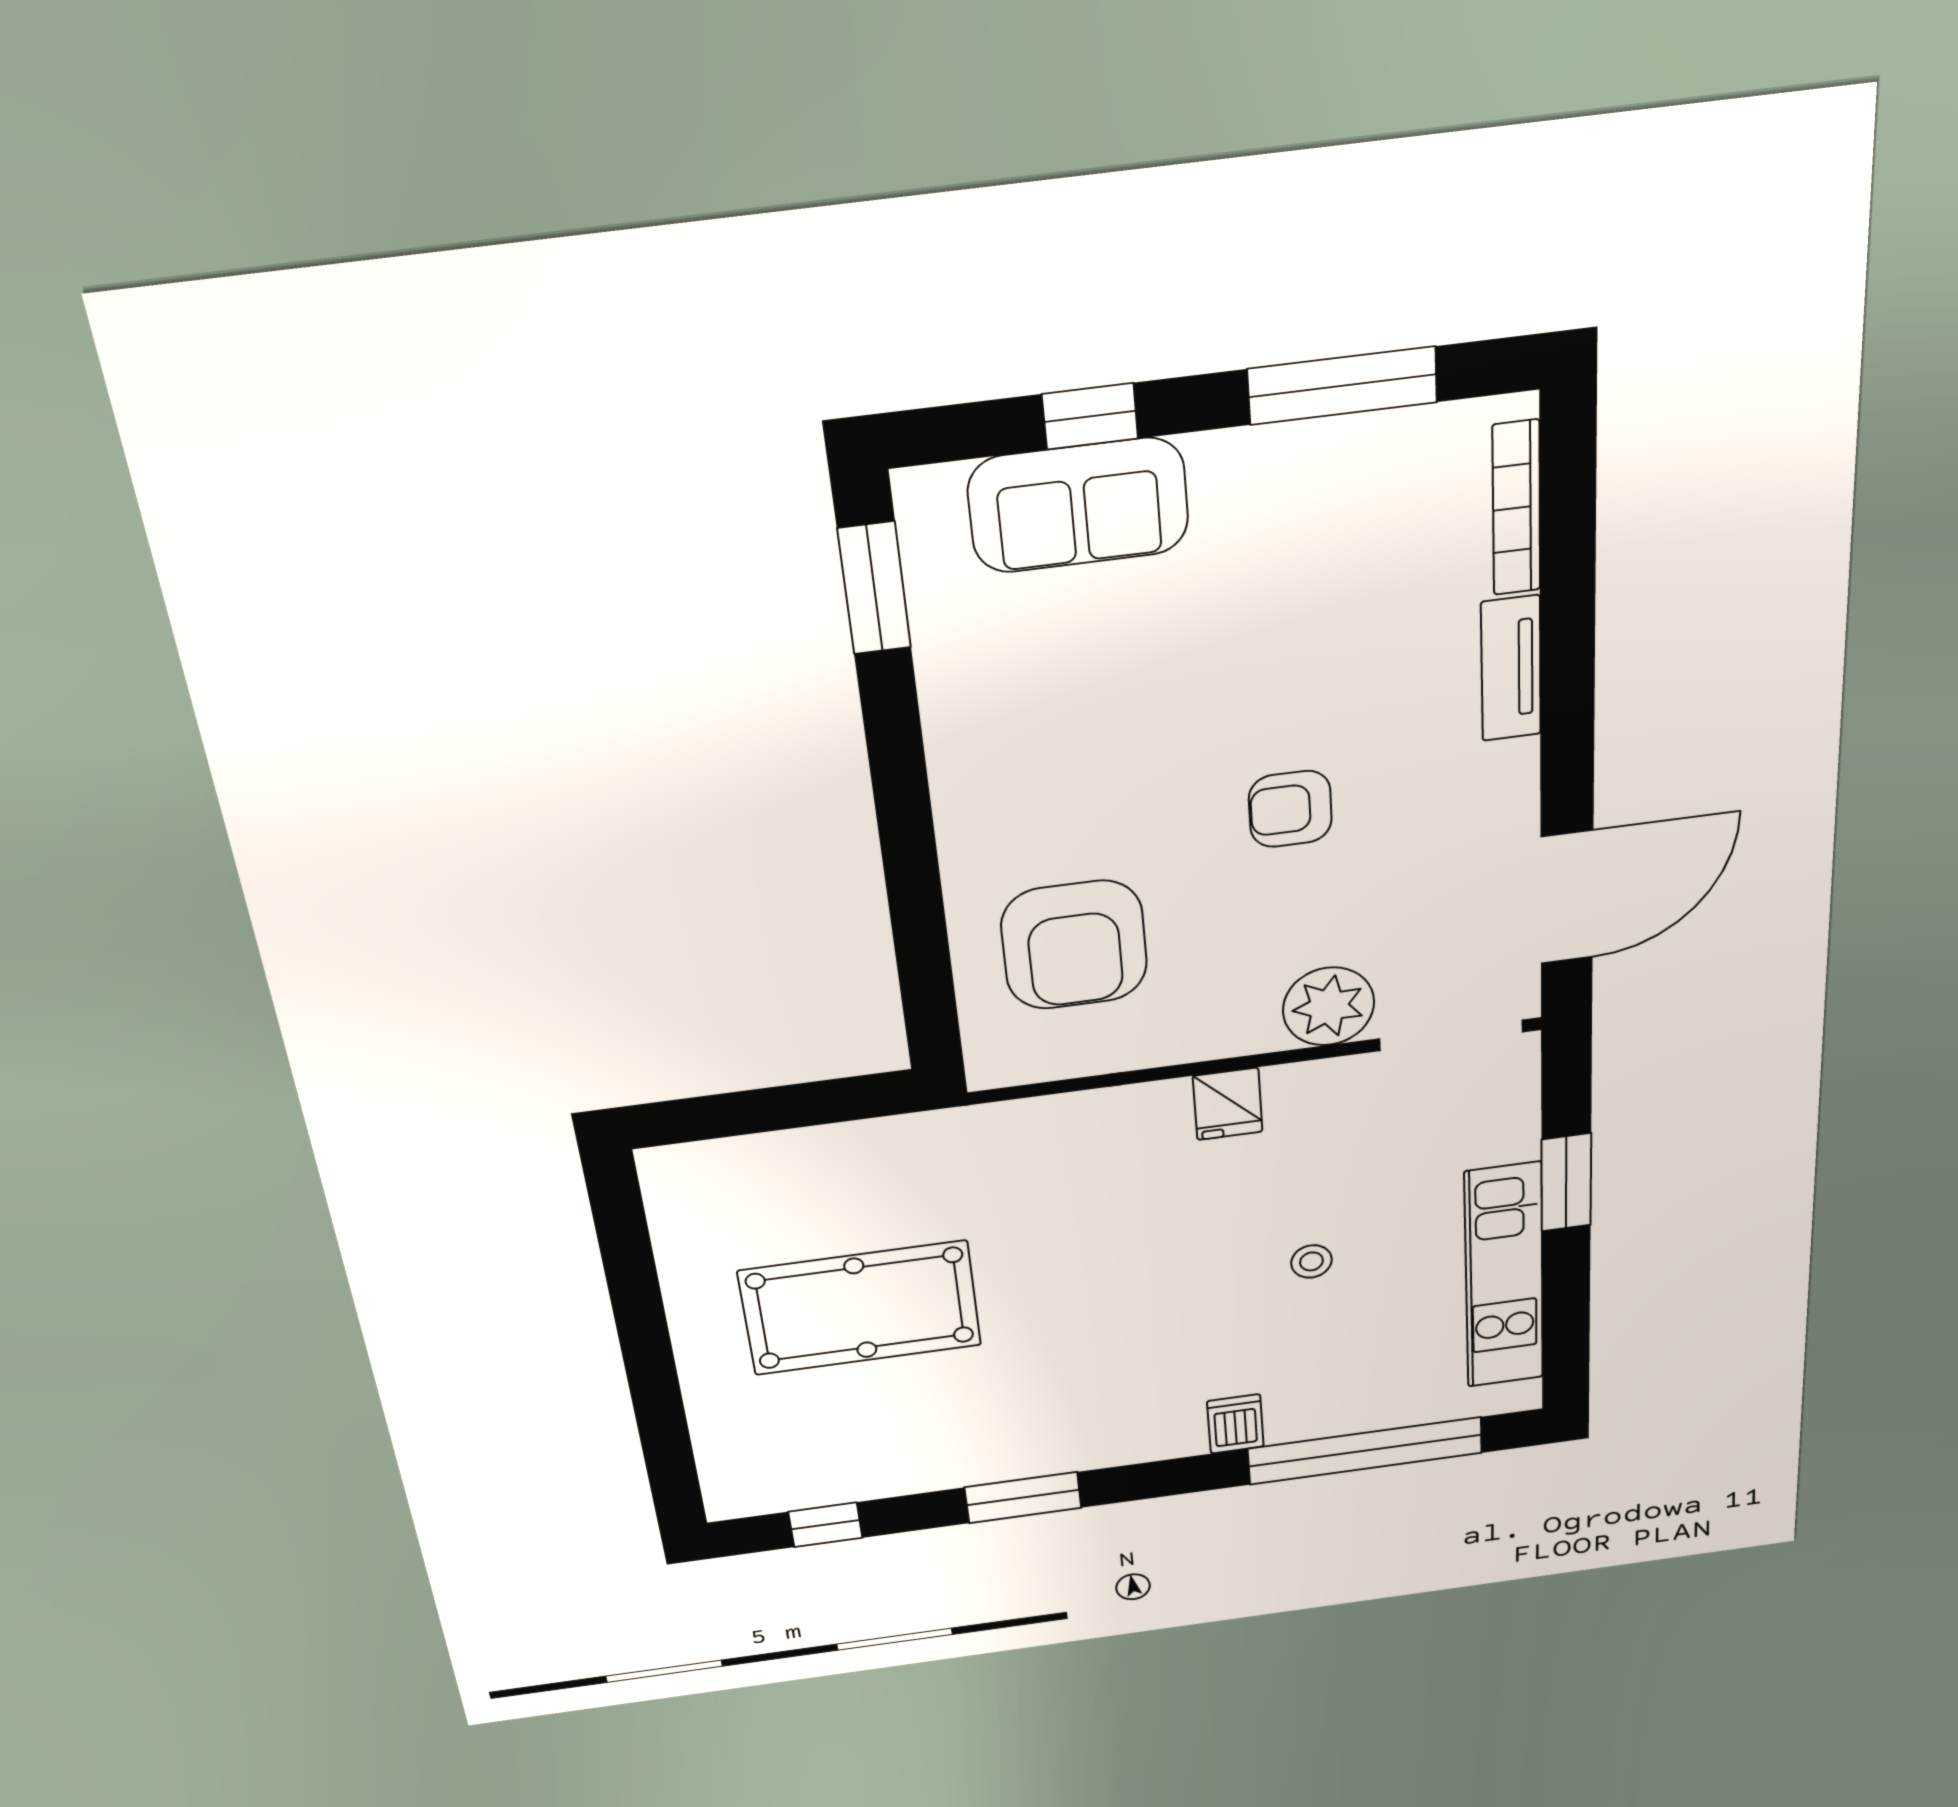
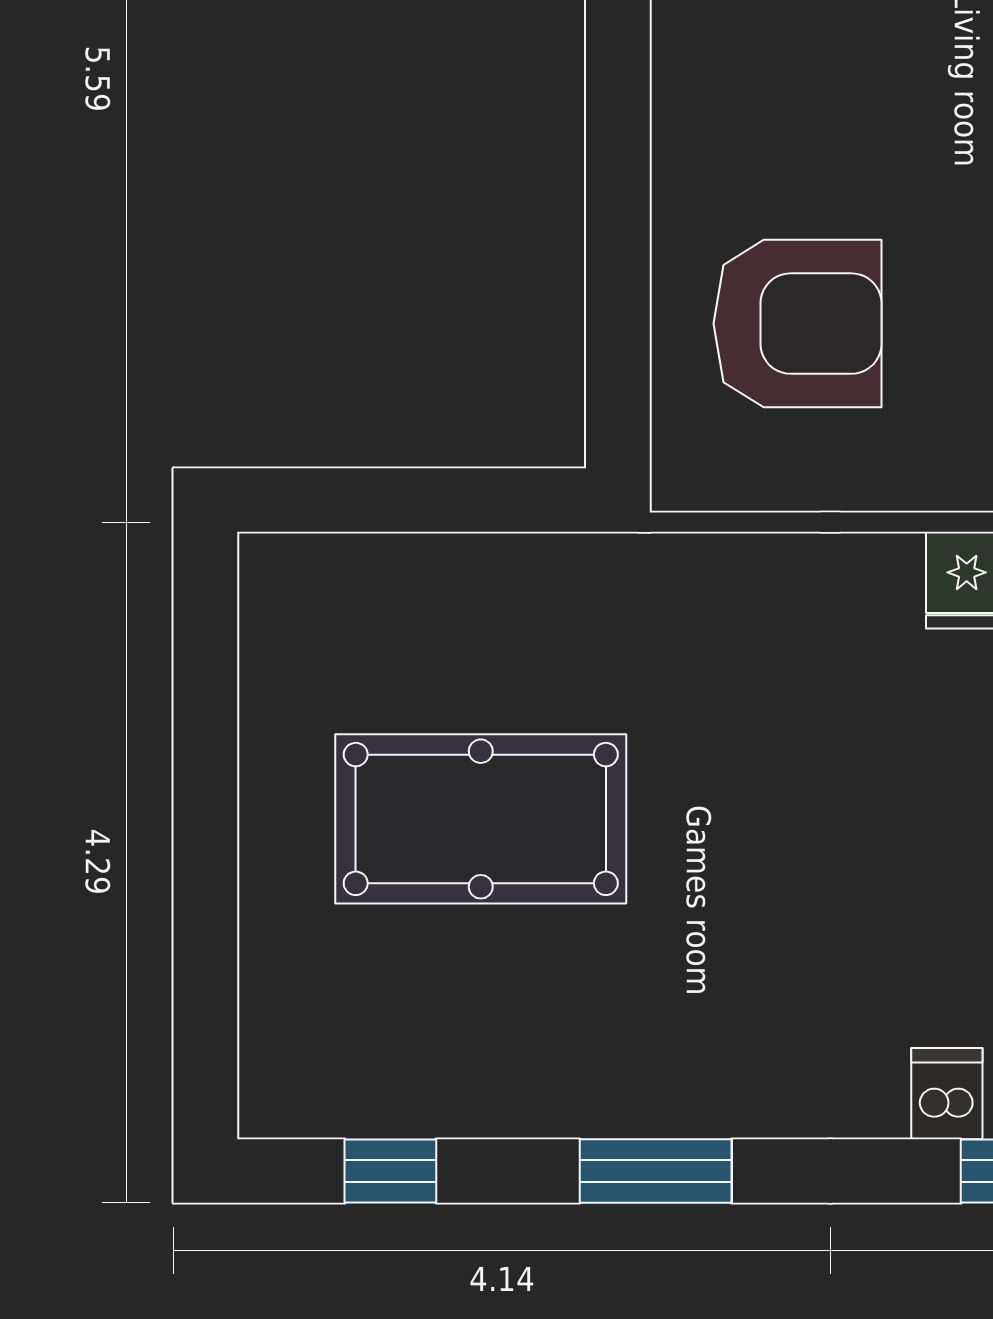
armchair: (1074, 945) -> (797, 324), turned -90

